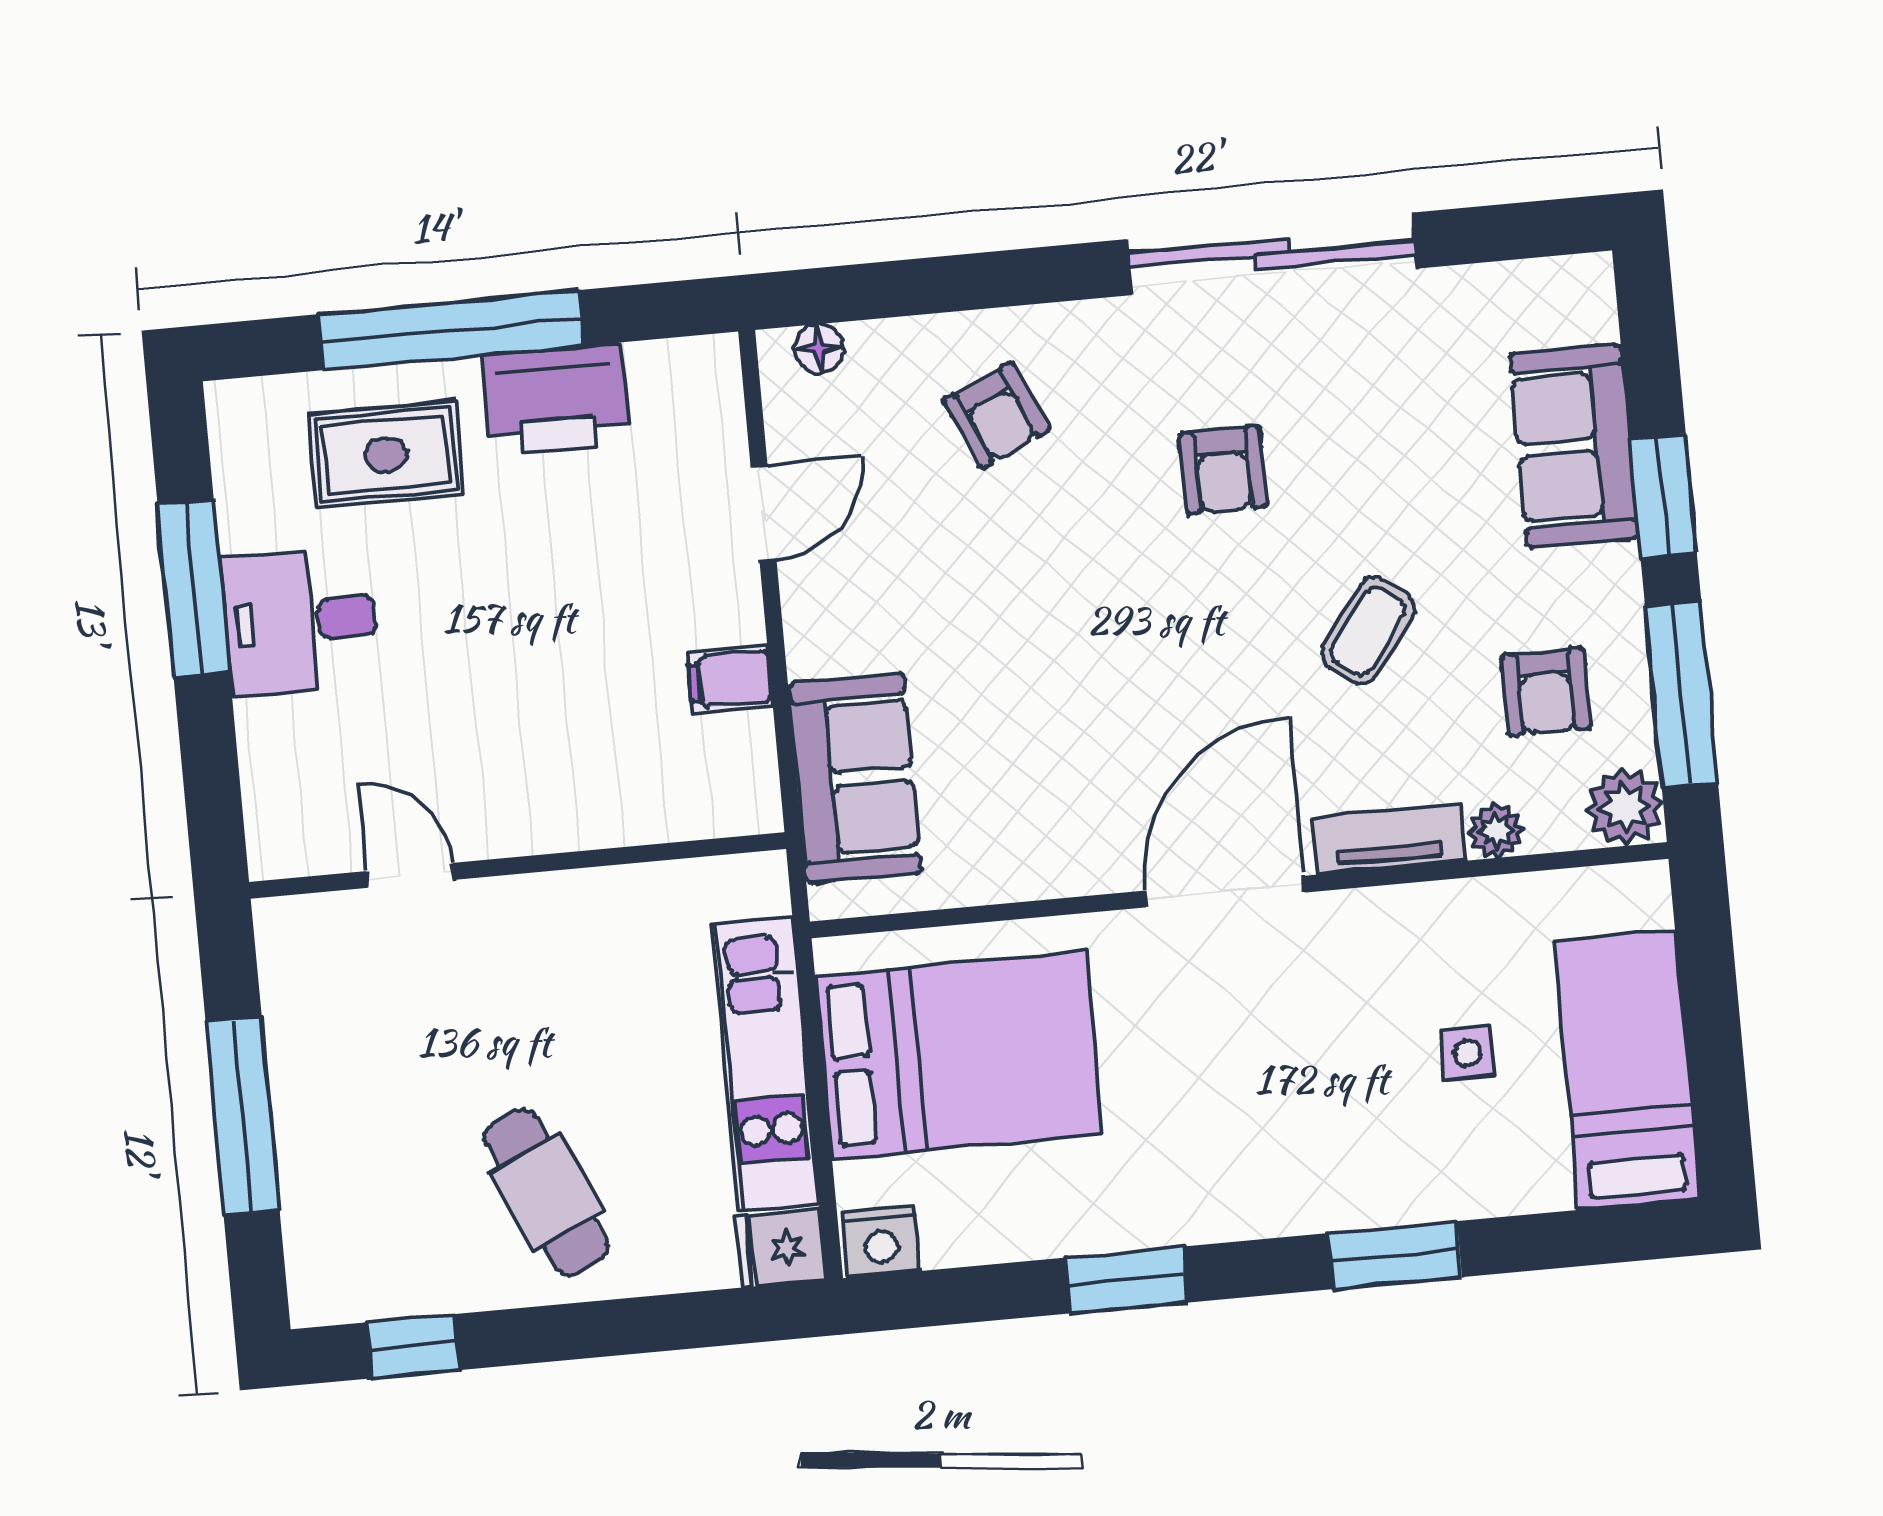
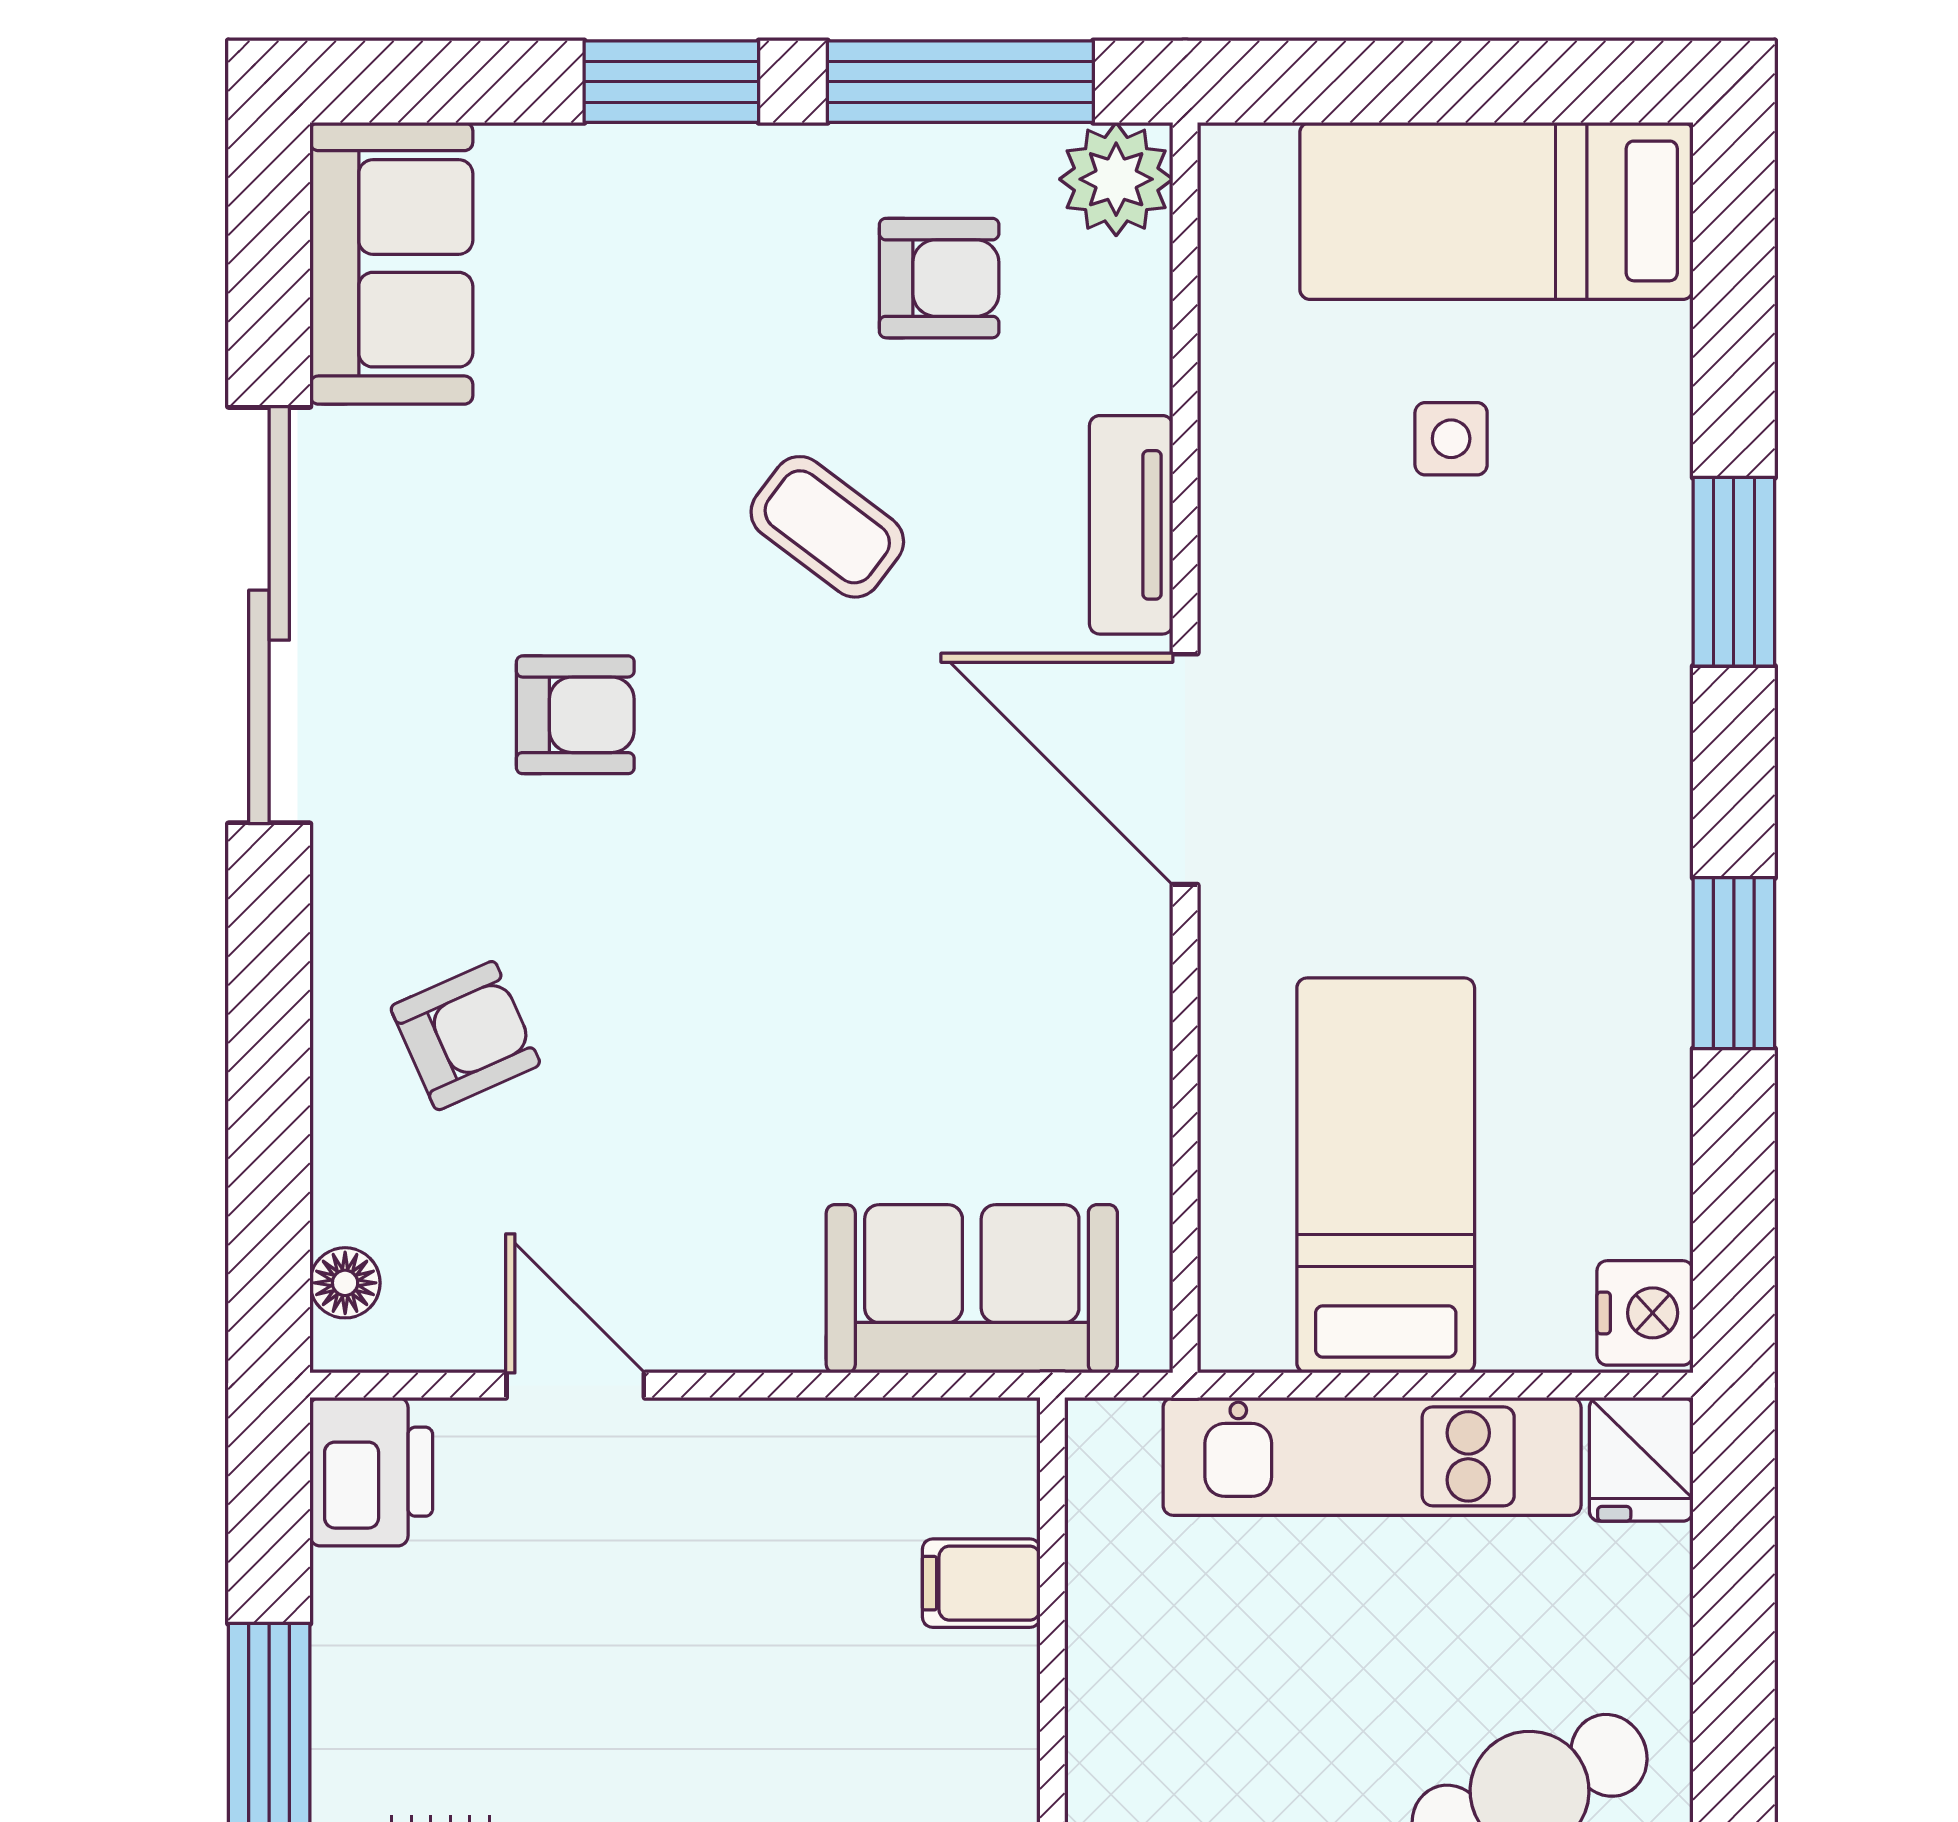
printer: (555, 399) -> (371, 1472), moved, width x0.73, depth x0.84
sofa: (1574, 446) -> (391, 263), moved, turned -90
filing cabinet: (730, 679) -> (981, 1583), moved, turned 90
plant: (1496, 831) -> (1134, 368), removed
bed: (959, 1055) -> (1386, 1175), width x0.67

